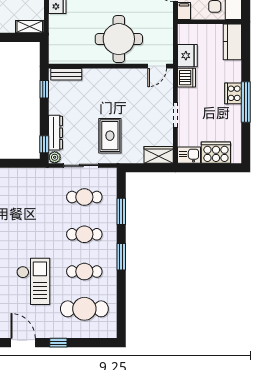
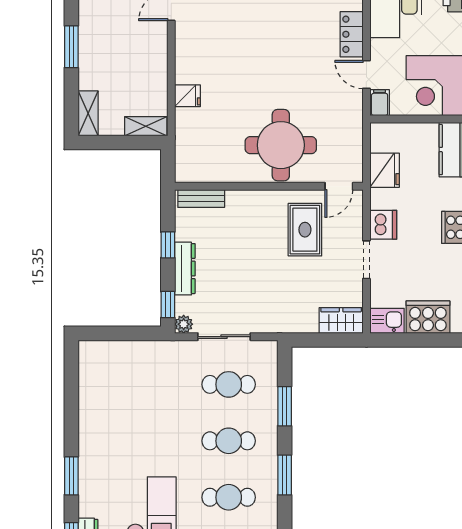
dishwasher: (186, 78) -> (383, 225), moved
window: (44, 89) -> (168, 245), moved
dresser: (55, 133) -> (185, 269), moved
rug: (110, 136) -> (305, 230), moved

